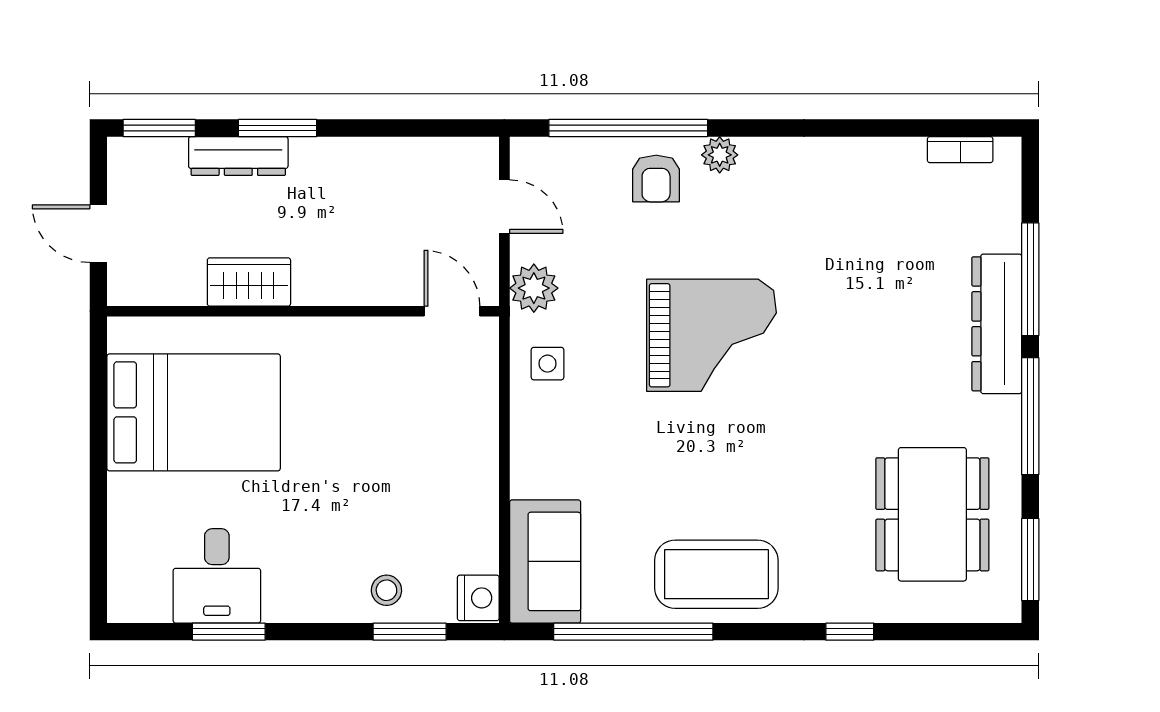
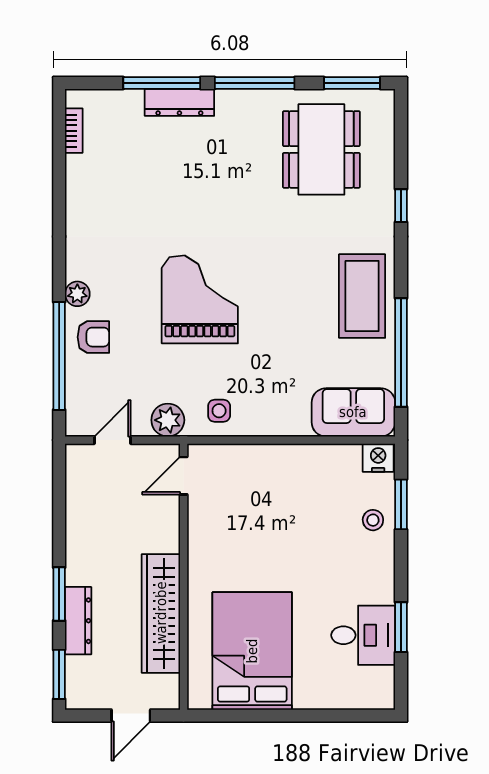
wardrobe: (249, 282) -> (161, 613), width x2.10, depth x1.17
dresser: (997, 324) -> (179, 102), width x0.73, depth x0.80
dining table: (932, 514) -> (321, 149), turned 90

